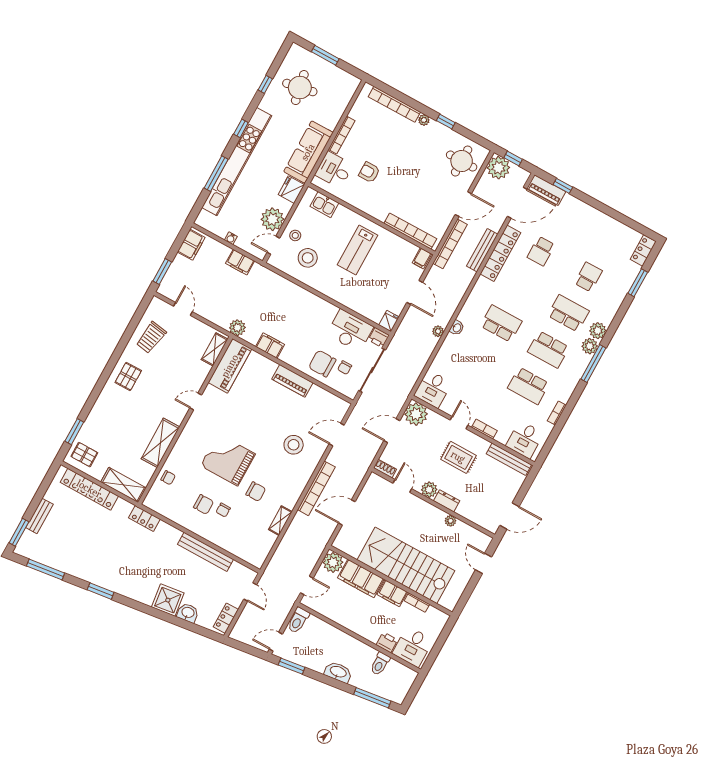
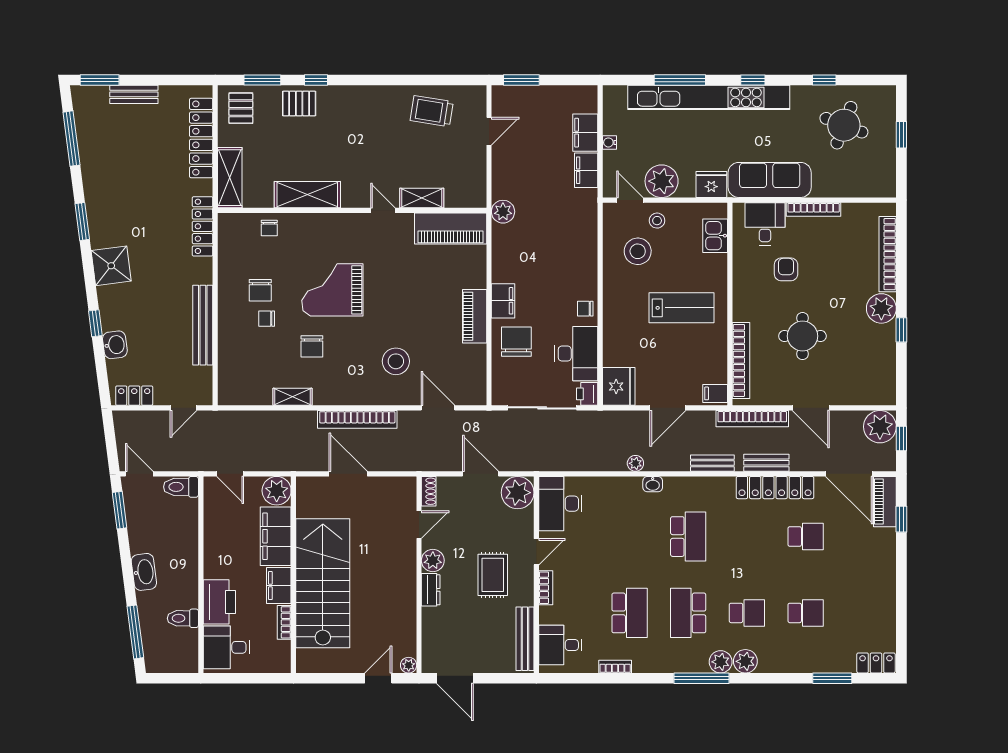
window: (325, 55) -> (901, 135), width x0.67
round table: (300, 88) -> (844, 125), turned 32
plant: (424, 120) -> (881, 308), width x1.88, depth x1.88
round table: (462, 161) -> (802, 336), moved
filing cabinet: (191, 245) -> (585, 133), moved, turned 90
lab bench: (358, 250) -> (682, 308), turned 180
bench: (482, 250) -> (766, 463), width x0.73
school desk: (541, 251) -> (806, 537), turned 180
bench: (464, 284) -> (712, 463), added
school desk: (568, 313) -> (747, 613), width x0.54
fridge: (389, 321) -> (619, 386), width x1.88, depth x1.34
filing cabinet: (270, 346) -> (503, 301), moved
shelving: (215, 349) -> (422, 198), moved
chair: (345, 368) -> (585, 309), moved
pallet: (128, 376) -> (299, 103), moved
school desk: (528, 386) -> (630, 613), turned 180
desk: (433, 389) -> (560, 504), width x1.37
window: (92, 399) -> (316, 80), added
grand piano: (228, 460) -> (332, 290), turned -90
locker: (144, 518) -> (203, 226), width x1.53
plant: (450, 521) -> (409, 665), moved
shower: (168, 600) -> (111, 266), moved
window: (168, 618) -> (95, 323), added
printer: (387, 642) -> (219, 602), width x1.87, depth x1.48

